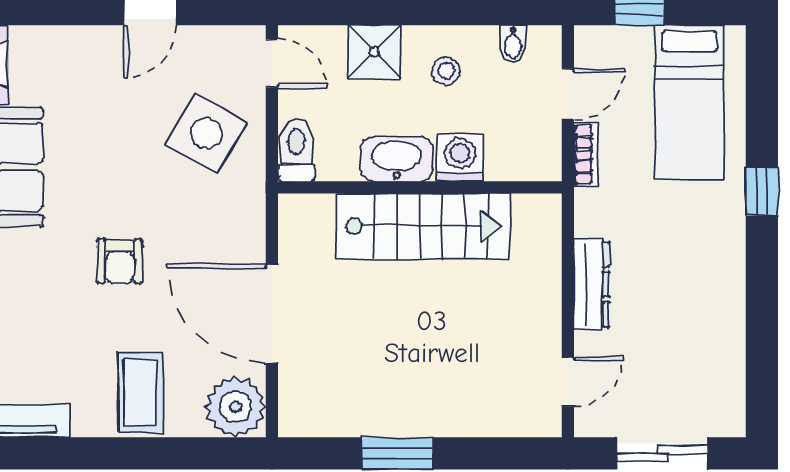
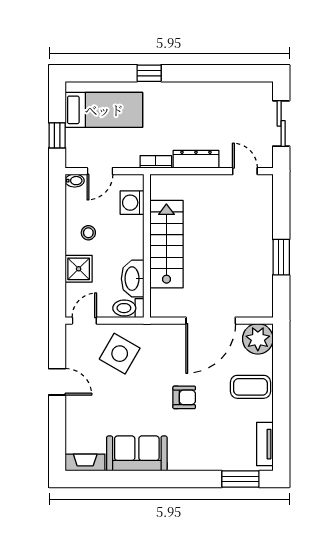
bidet: (513, 44) -> (75, 181), moved
door: (568, 94) -> (100, 171), swing flipped
bookcase: (586, 155) -> (156, 162), moved
washing machine: (460, 158) -> (132, 203), moved
washbasin: (397, 159) -> (133, 279), moved

